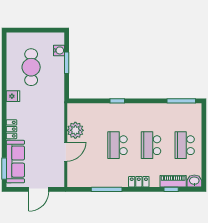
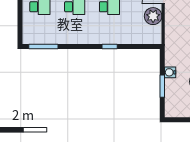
water cooler: (59, 50) -> (170, 72), moved

